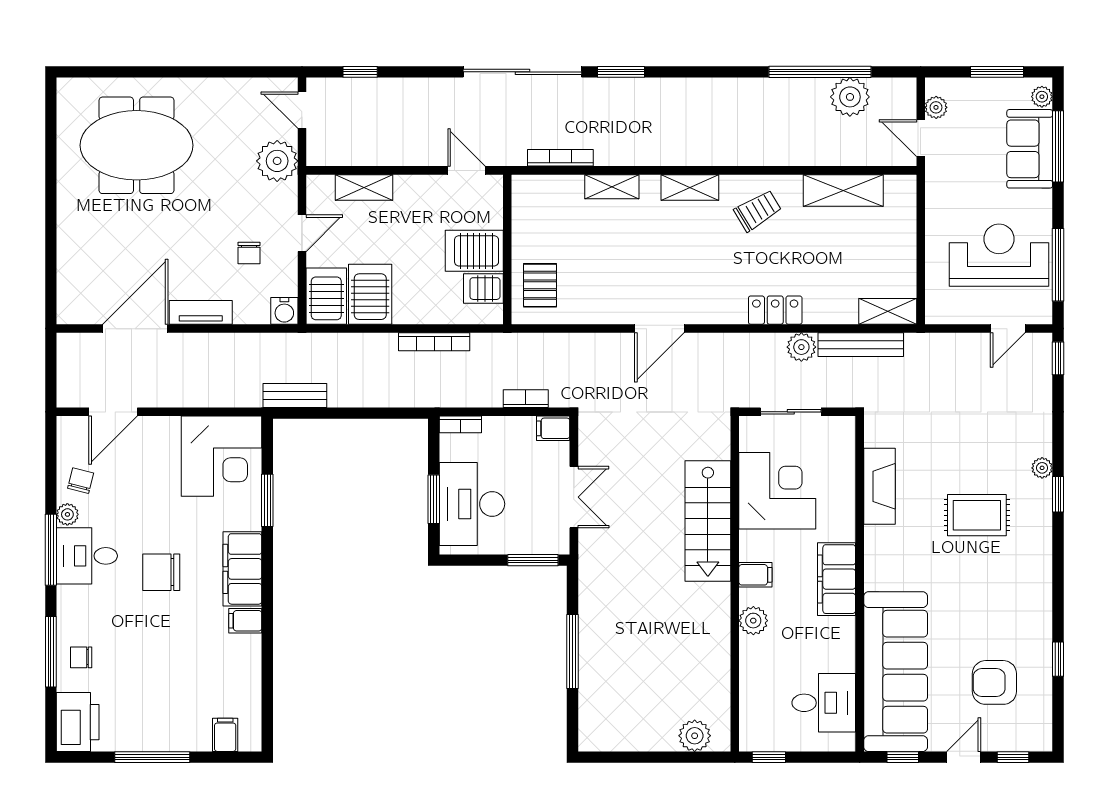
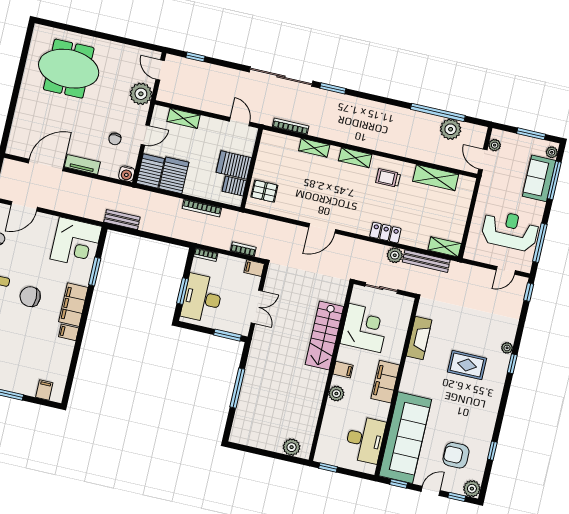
trolley: (758, 211) -> (388, 178), turned -149
pallet: (540, 285) -> (264, 191), turned 90
desk: (824, 703) -> (365, 440), width x1.37
plant: (1037, 736) -> (472, 489), added

